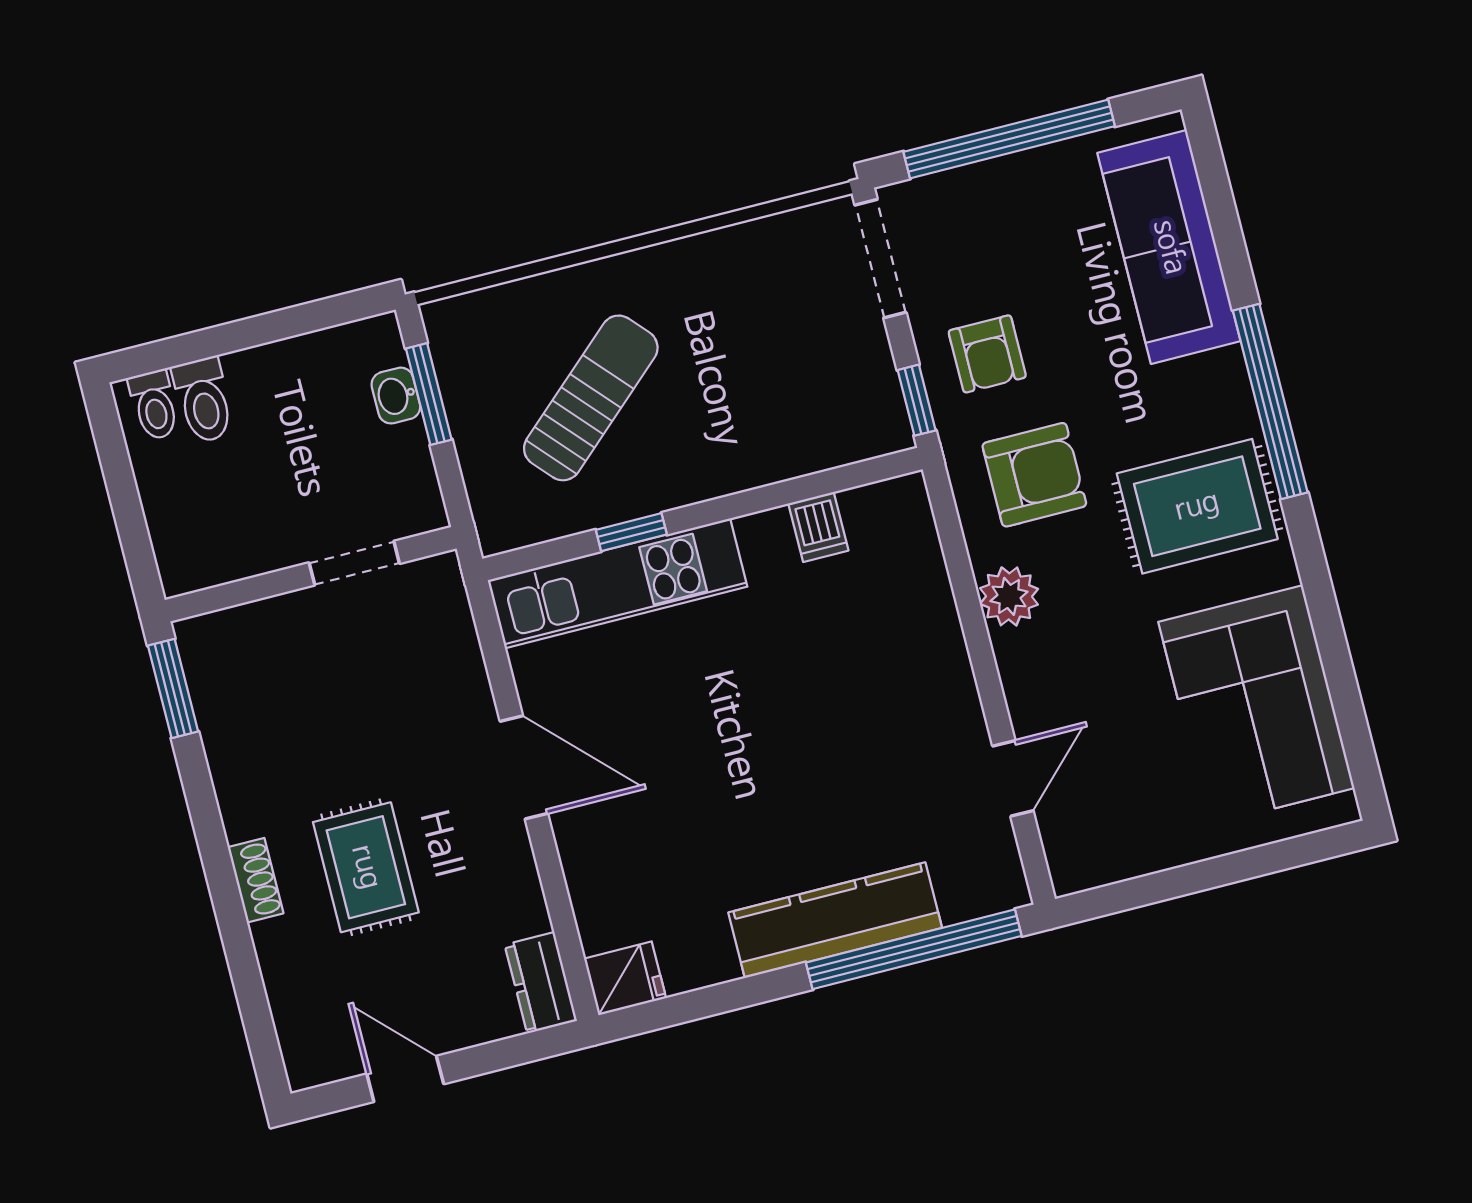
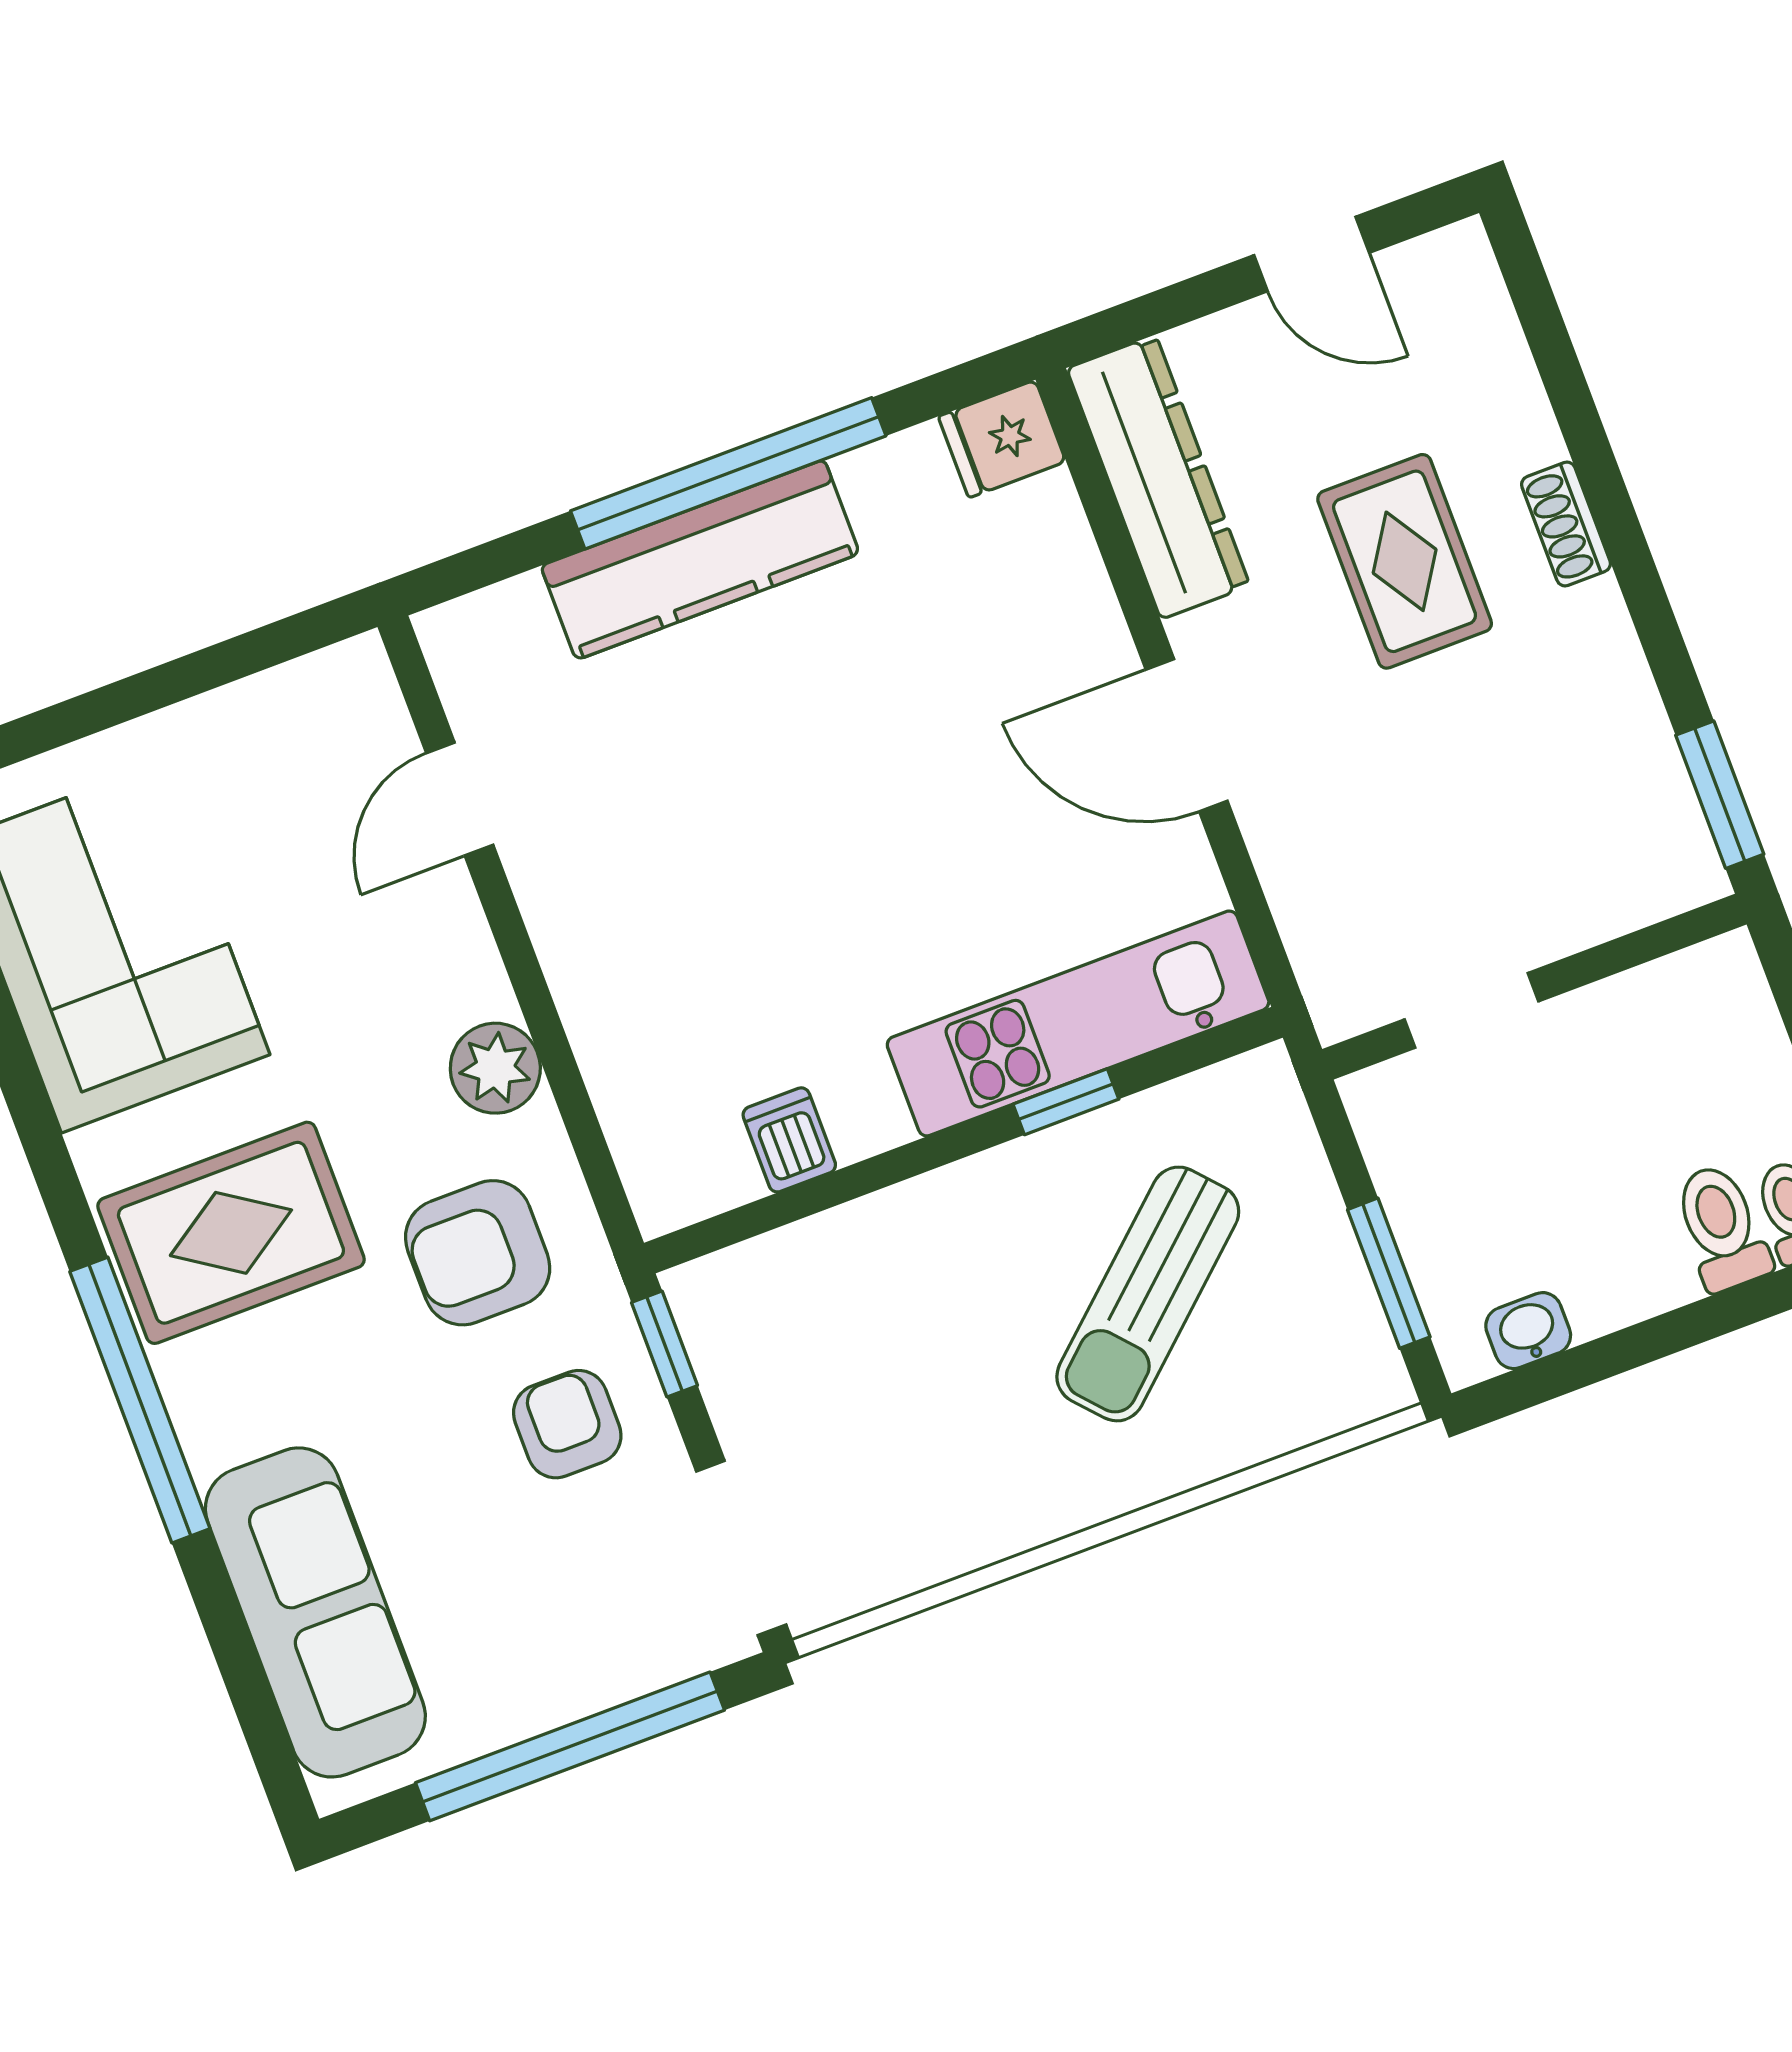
washbasin: (396, 396) -> (1528, 1331), moved, turned -90
window: (914, 949) -> (728, 473), moved
dresser: (541, 983) -> (1158, 477), width x1.96, depth x1.24

